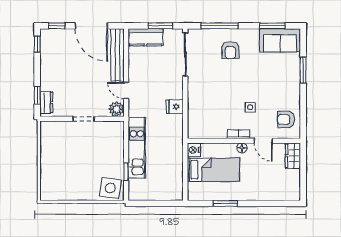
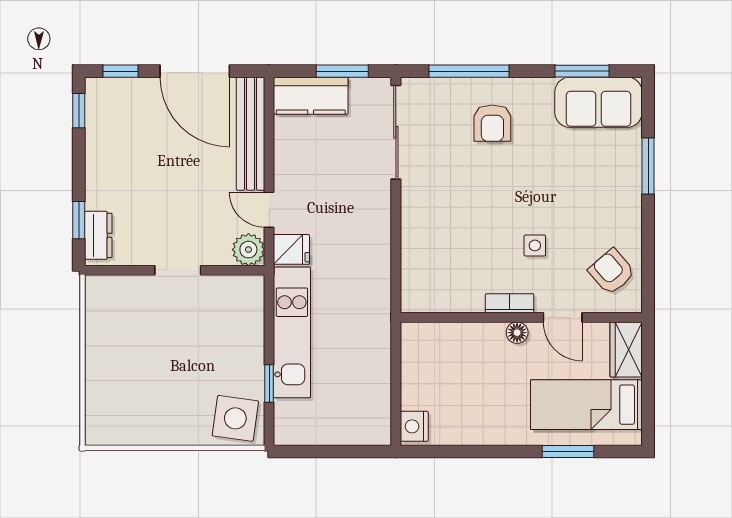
fridge: (175, 107) -> (291, 249), moved, turned 180
armchair: (286, 119) -> (612, 272), turned 49
nightstand: (194, 150) -> (414, 426), moved
bed: (213, 170) -> (586, 405), moved, turned 180
window: (225, 203) -> (568, 452), moved

